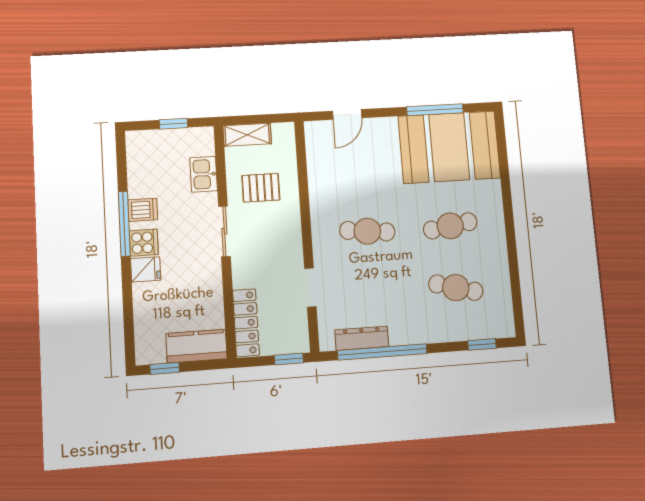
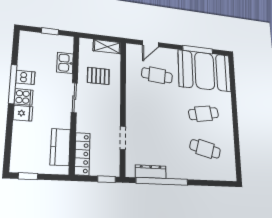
shelving: (247, 135) -> (107, 47), moved
cafe table: (367, 231) -> (157, 75), moved
window: (482, 344) -> (218, 183), removed
kitchen counter: (197, 346) -> (60, 147), moved, turned -90

